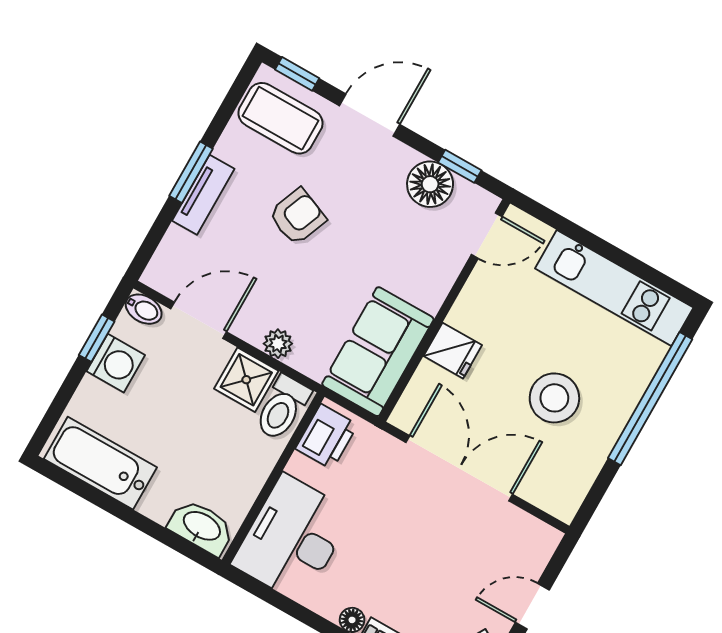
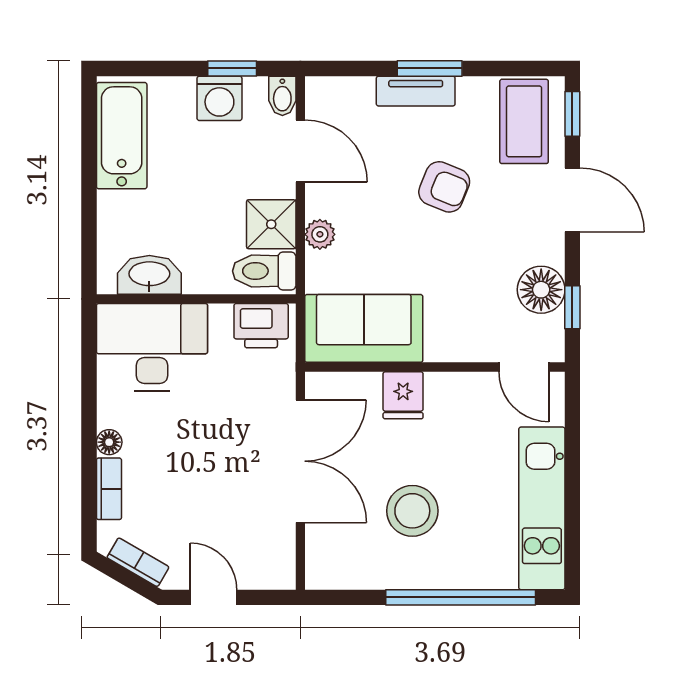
washbasin: (201, 527) -> (149, 275), moved, turned -90

